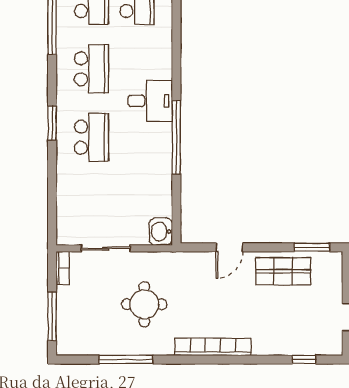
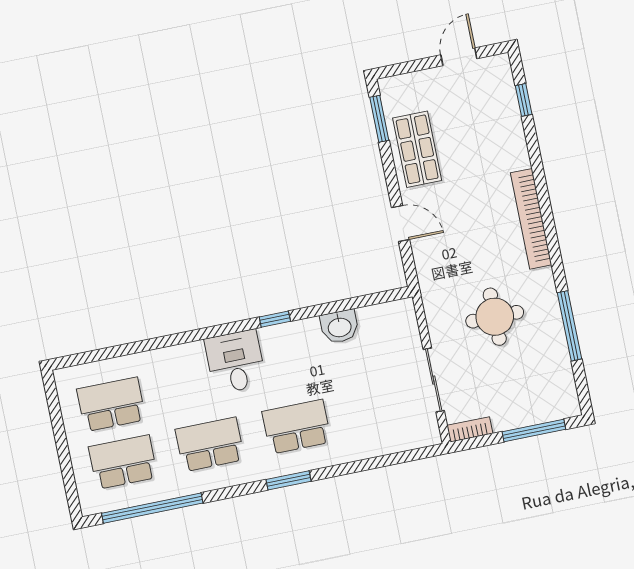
window: (176, 137) -> (275, 319), width x0.32
washbasin: (161, 232) -> (339, 327), moved

